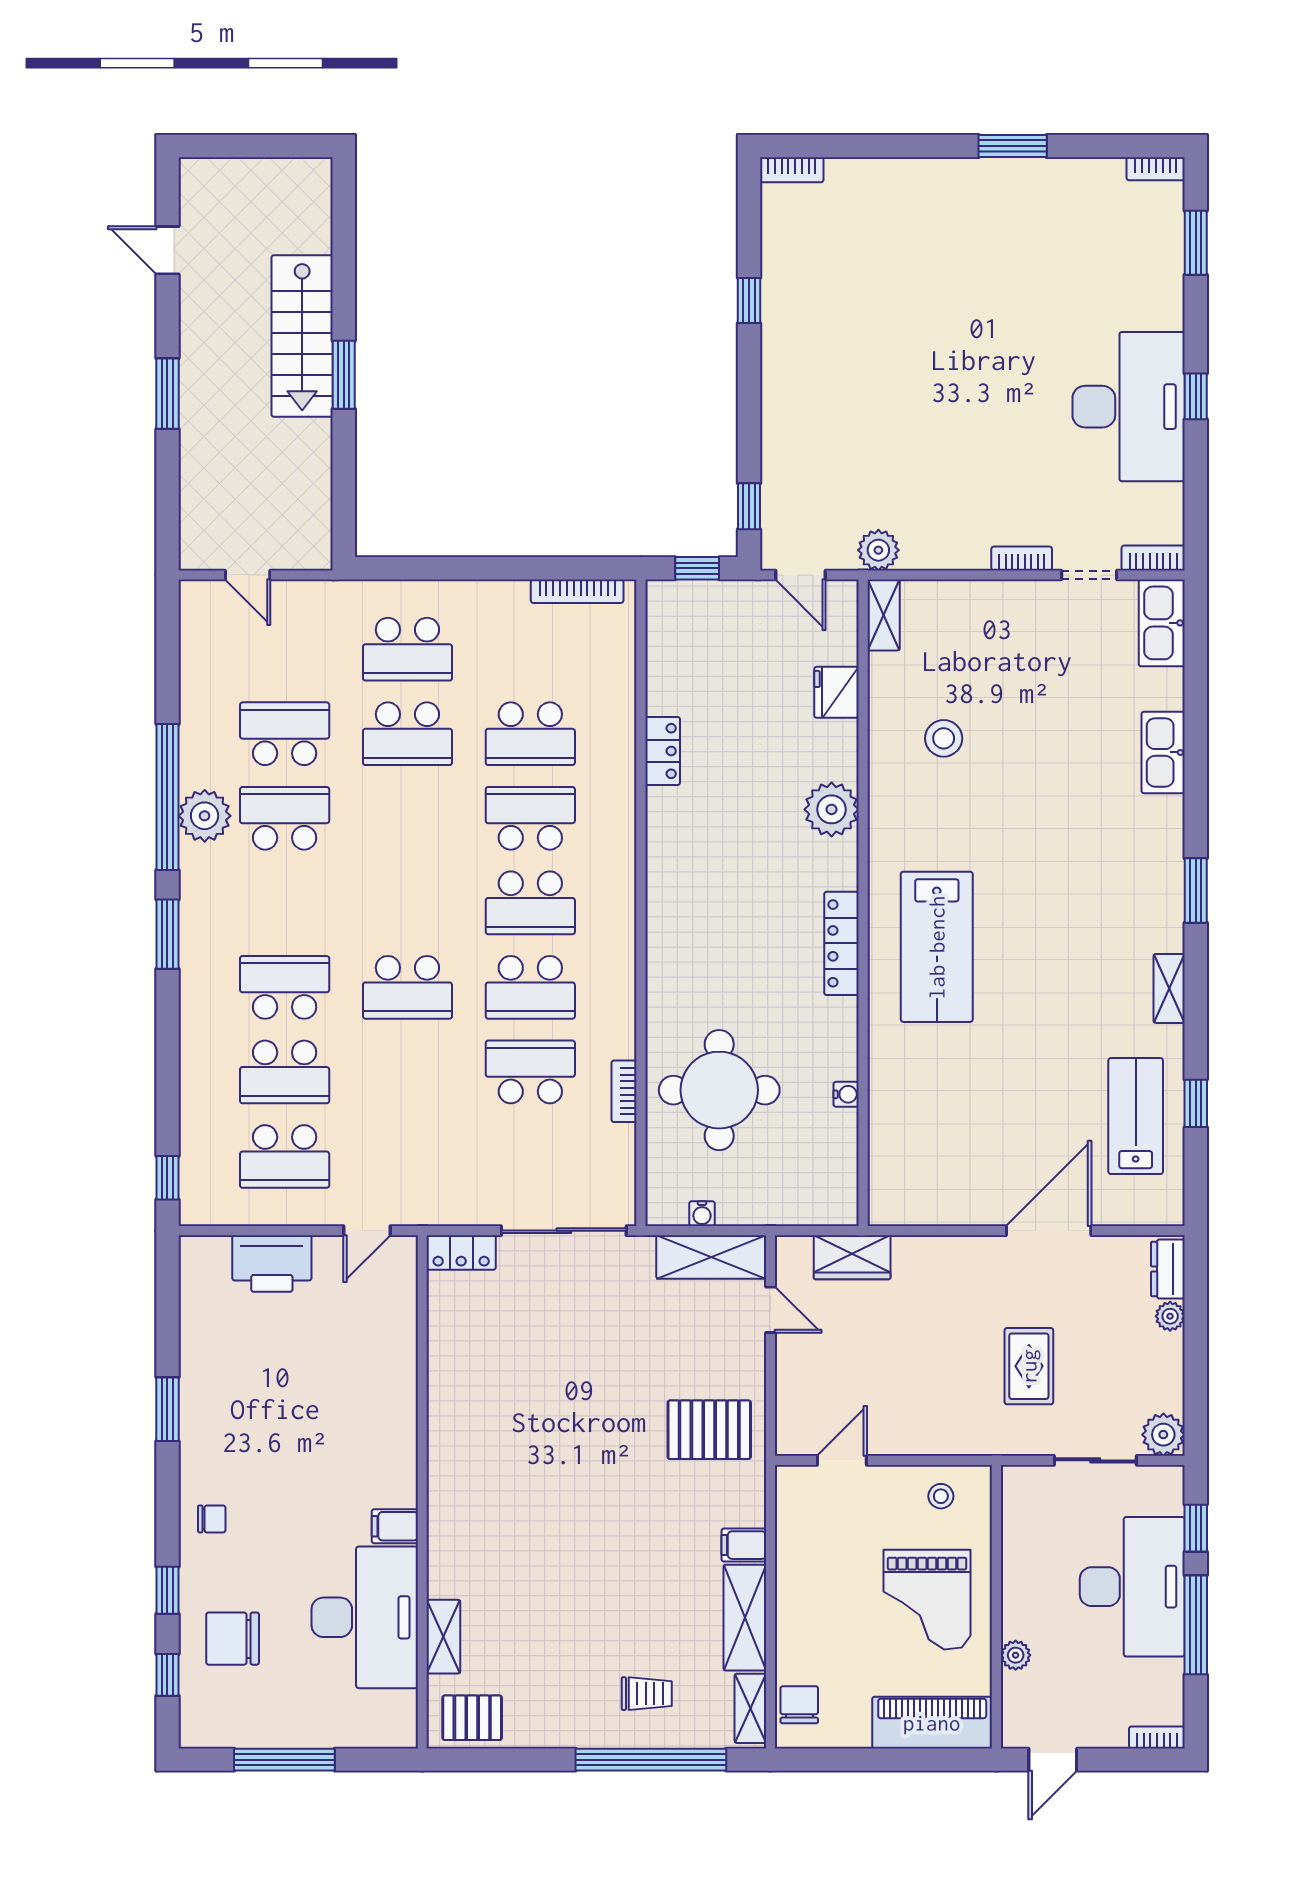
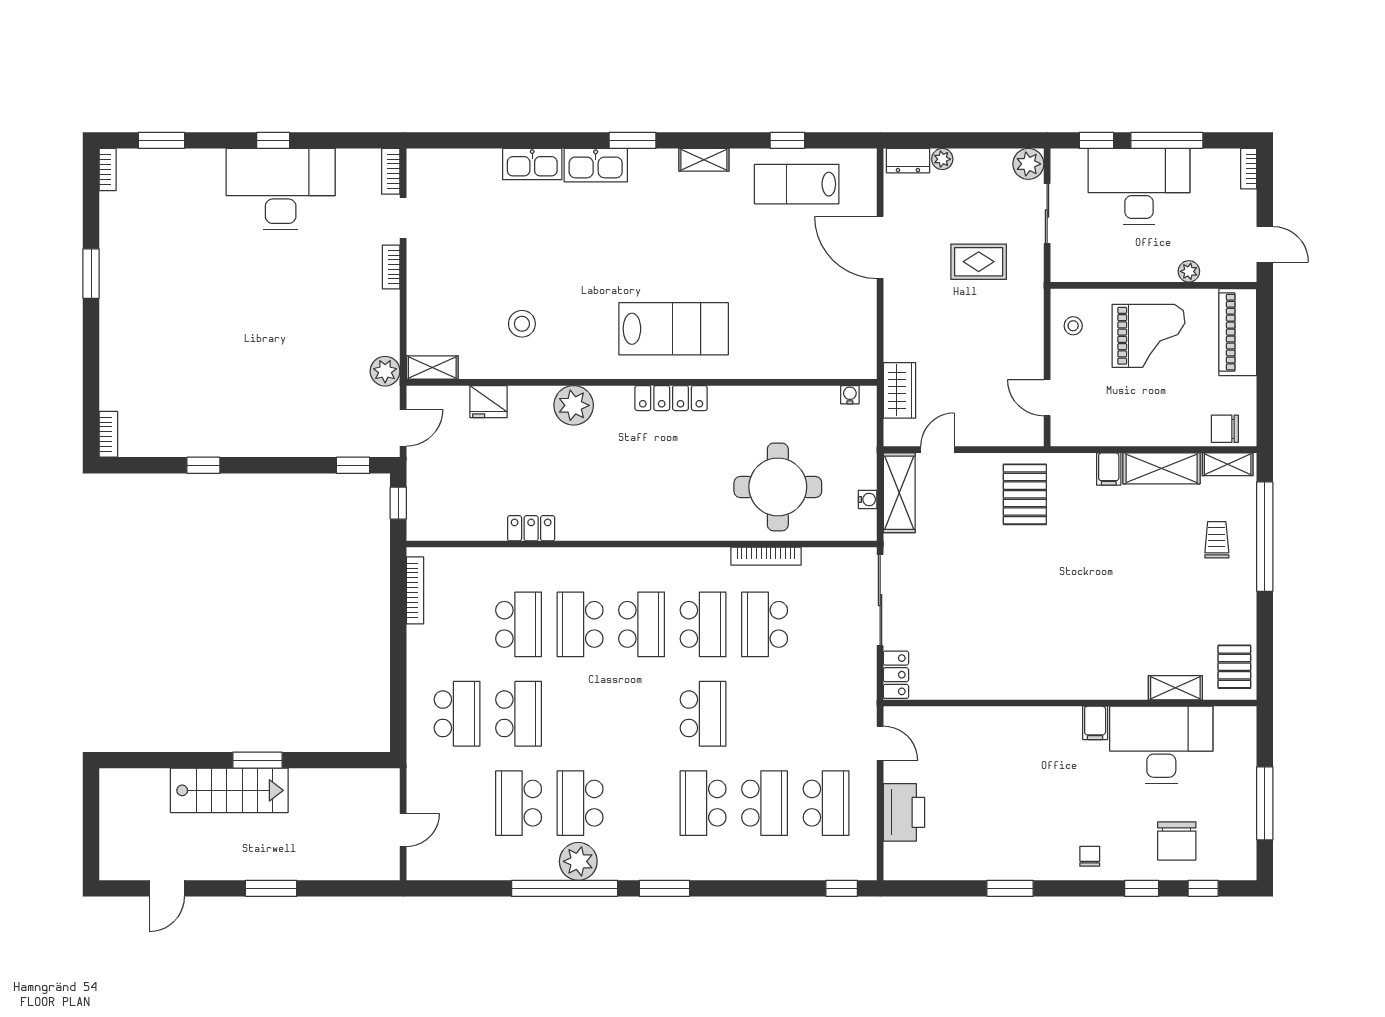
kitchen sink: (1162, 623) -> (596, 165), moved
bookcase: (624, 1091) -> (766, 556), width x1.56
water cooler: (846, 1094) -> (850, 395), moved

